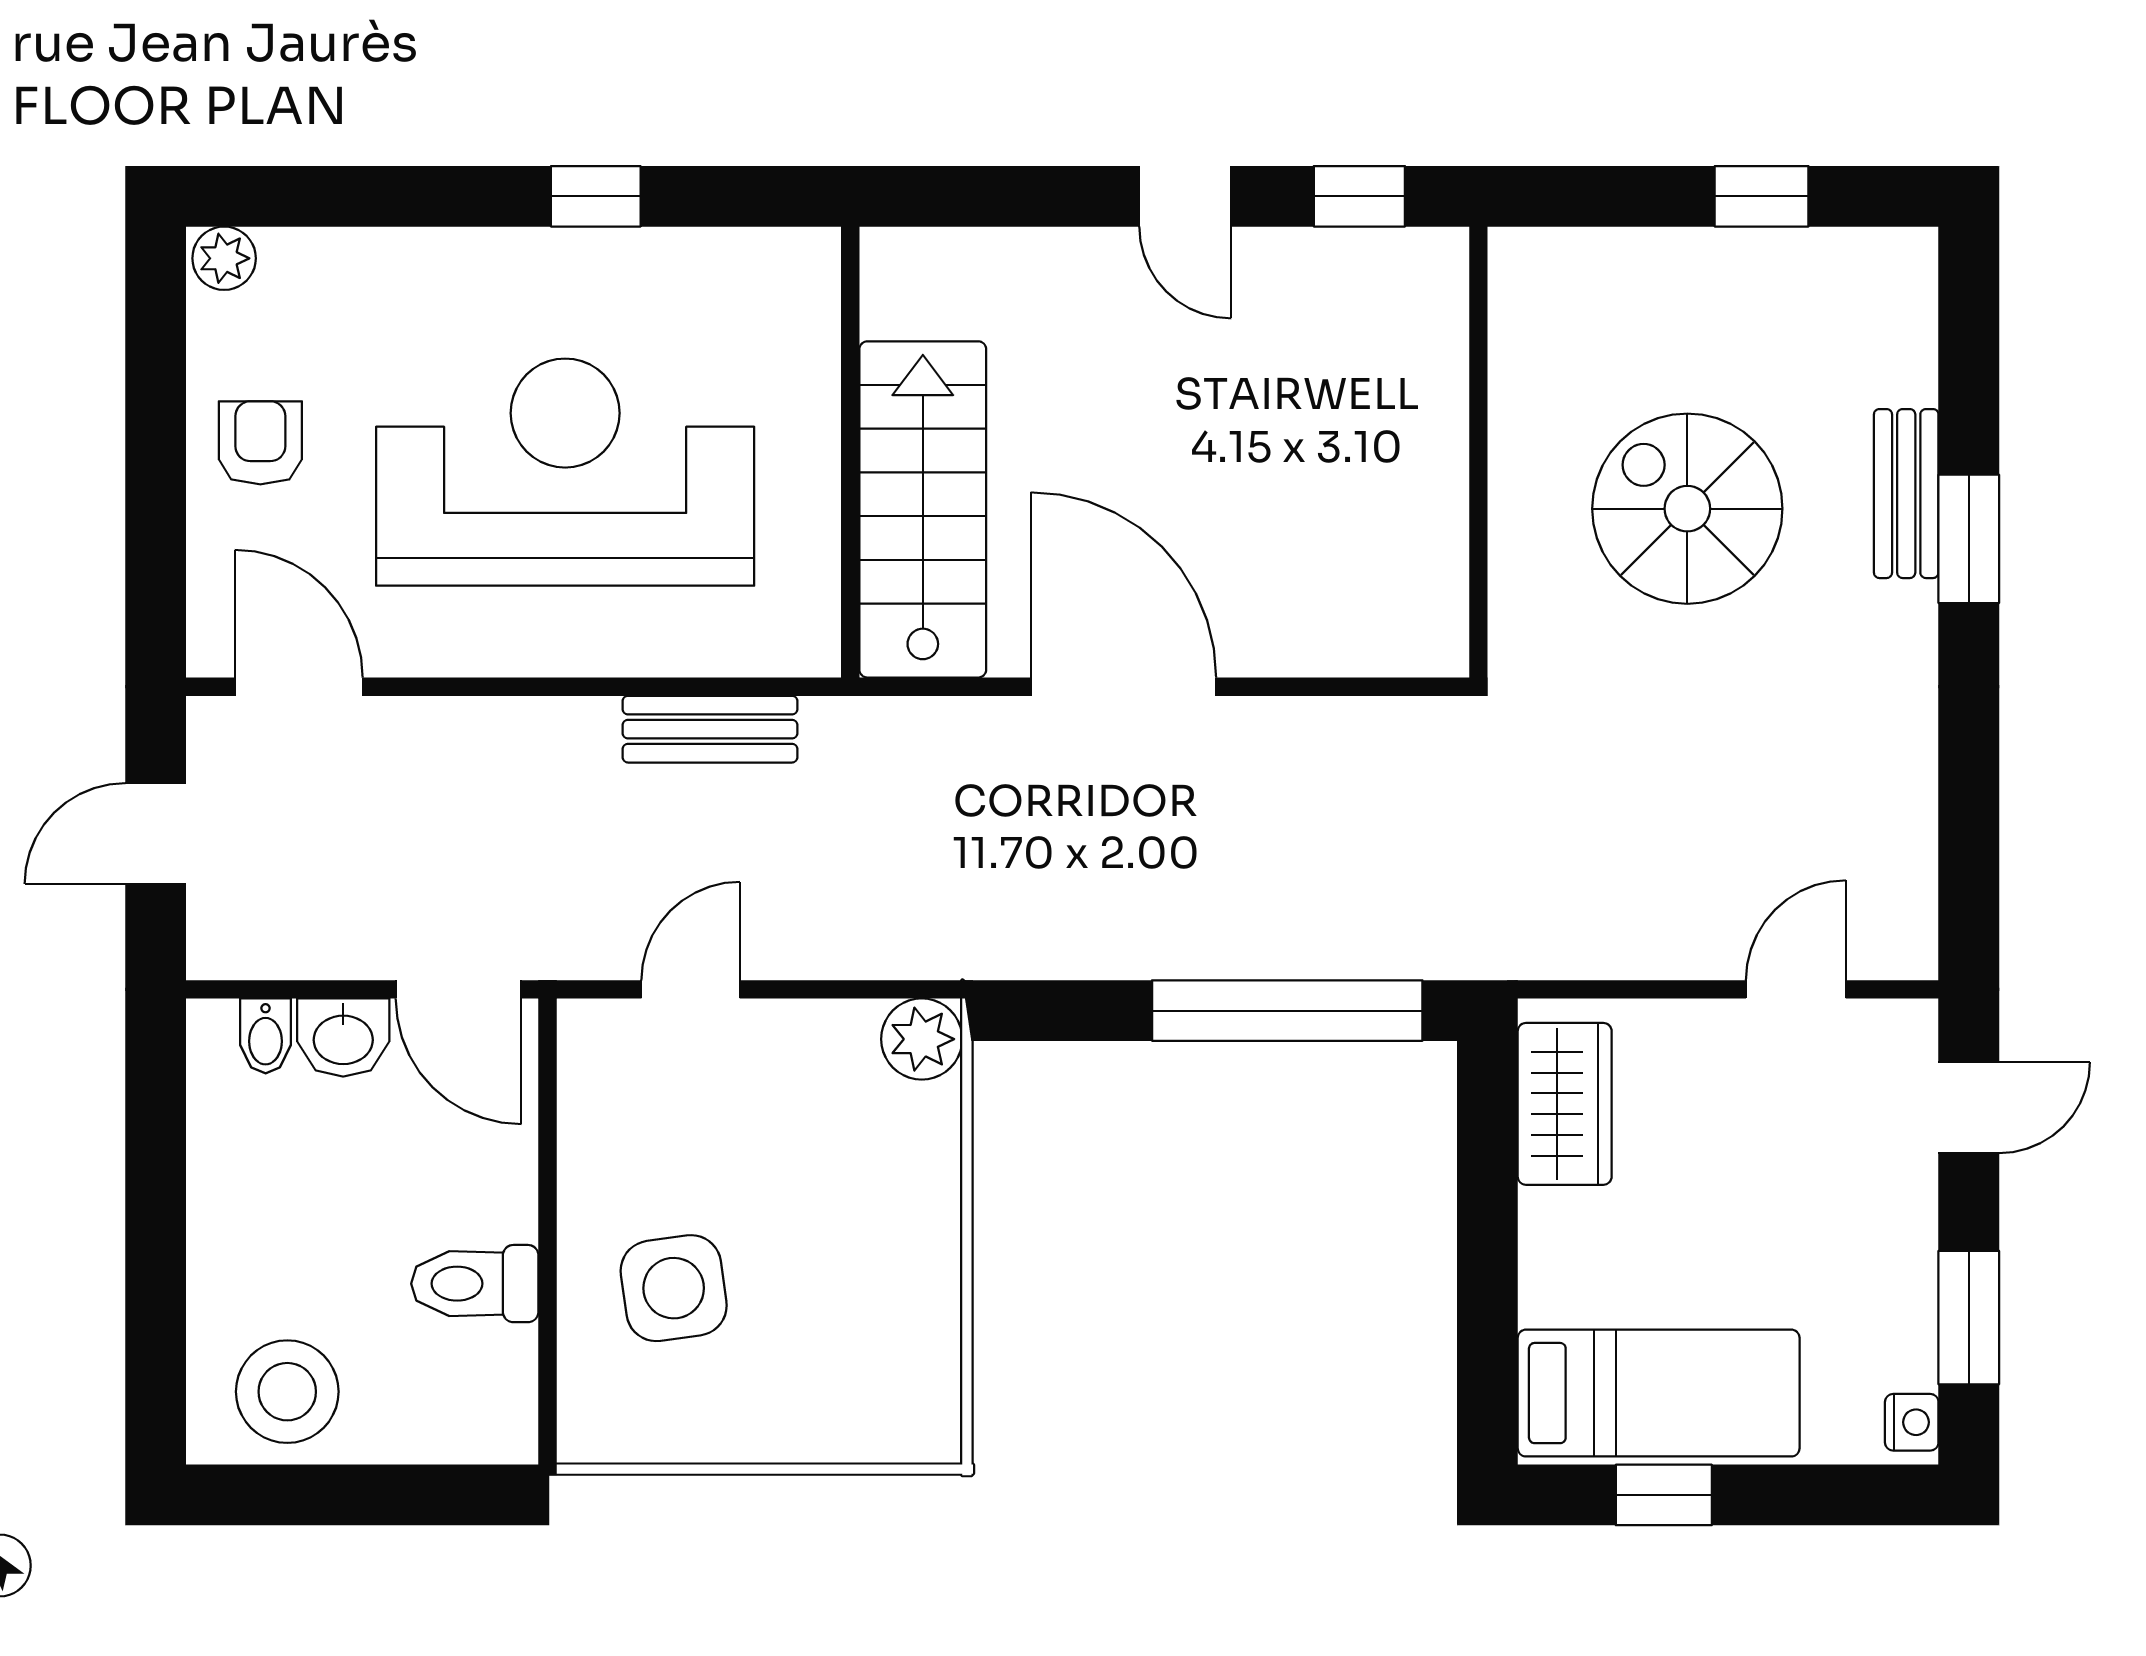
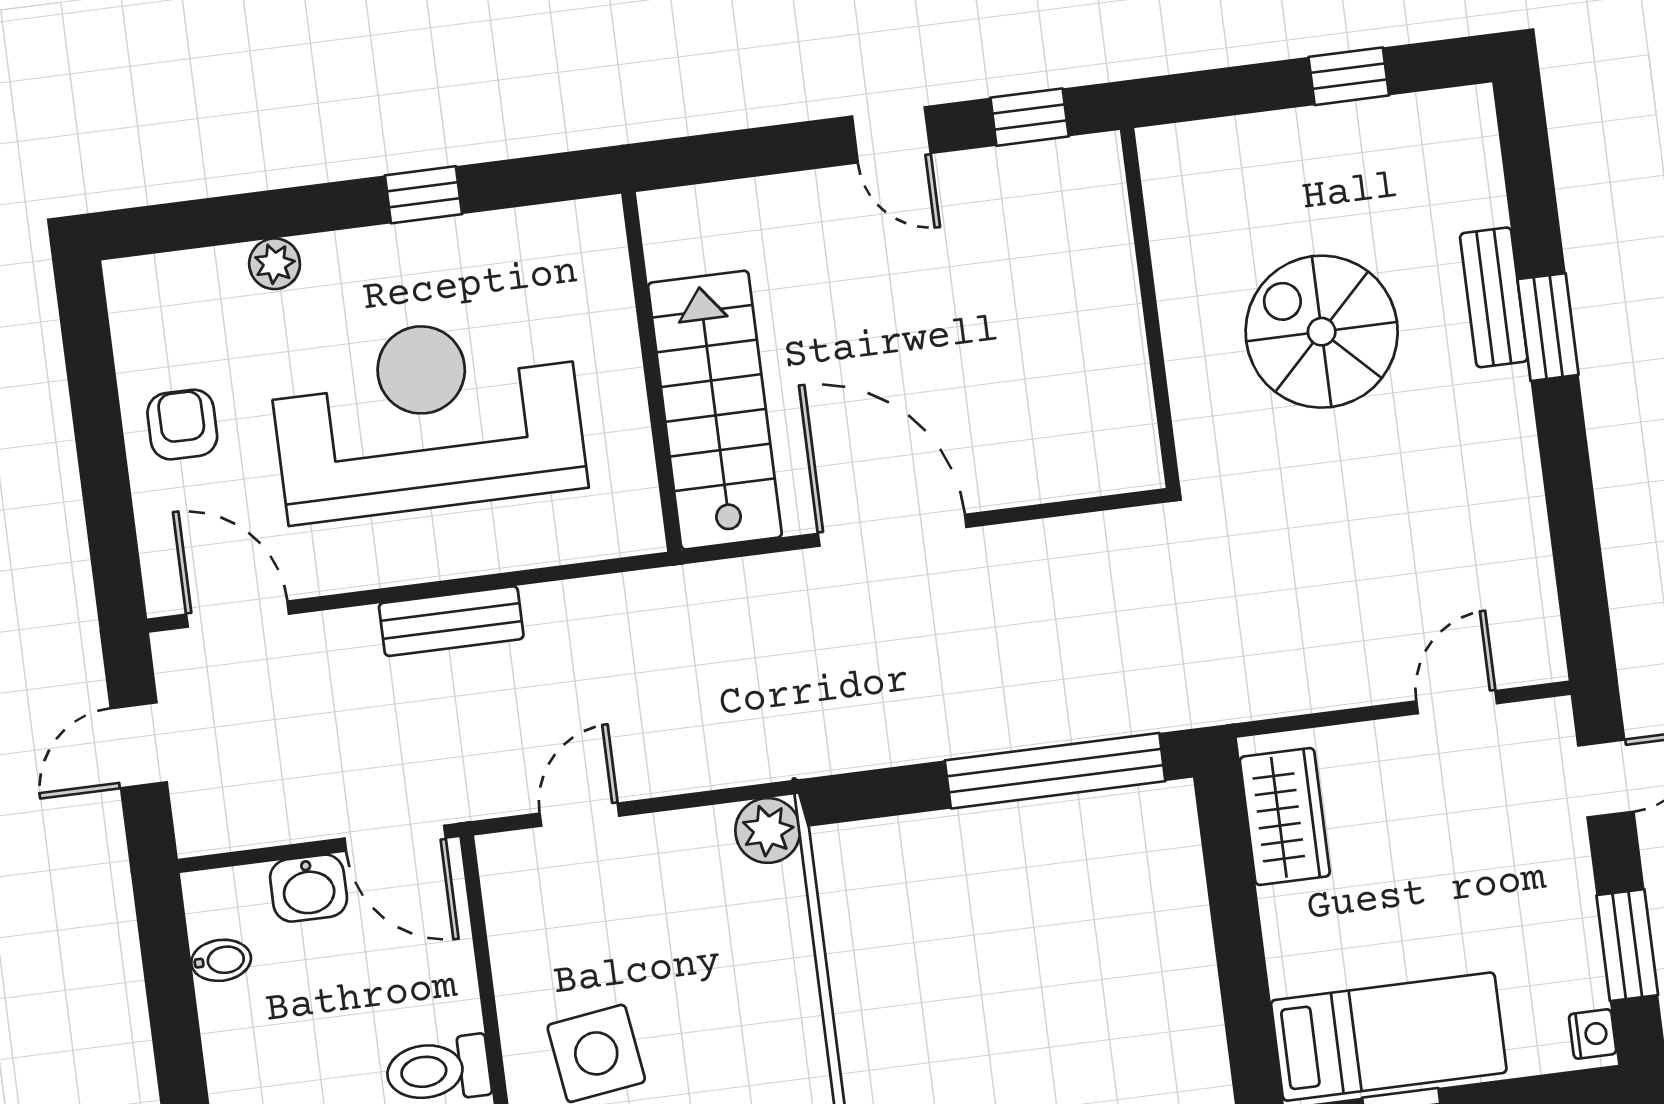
plant: (224, 258) -> (275, 264), moved
bench: (710, 729) -> (451, 621), moved
bidet: (266, 1036) -> (221, 960), moved, turned -90

